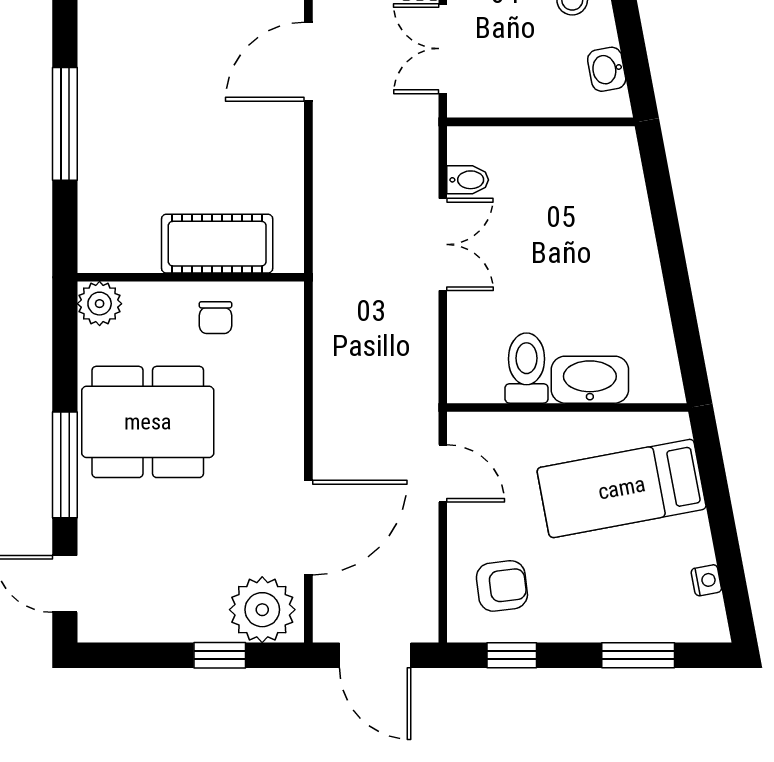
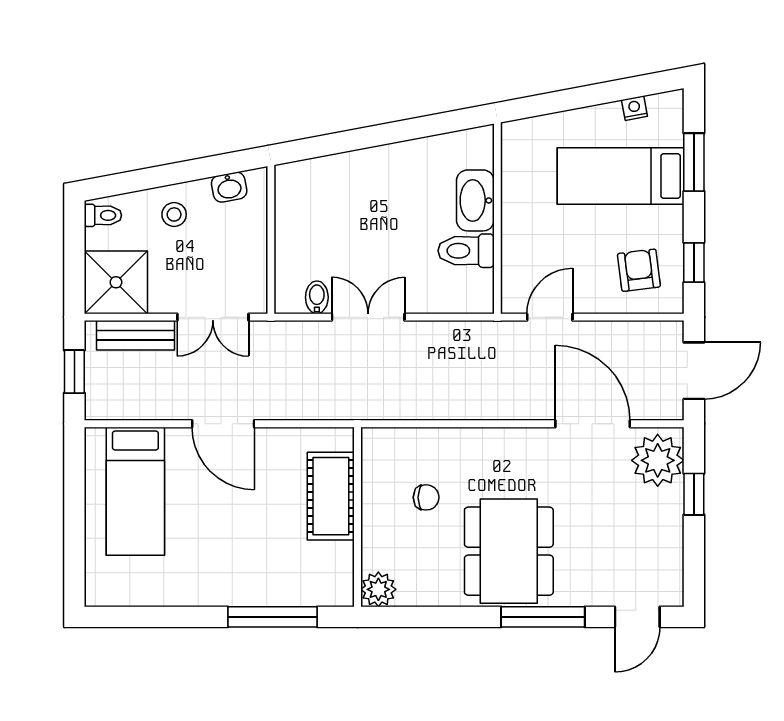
cot: (217, 244) -> (331, 496), moved
wall: (191, 277) -> (357, 517), moved
plant: (100, 304) -> (378, 589), moved
bed: (622, 488) -> (621, 176), moved, turned 101

